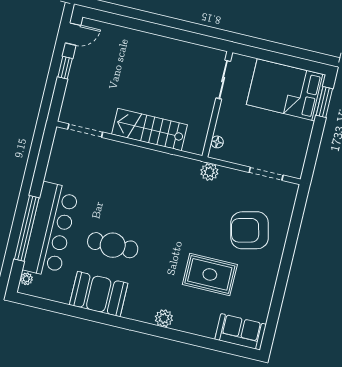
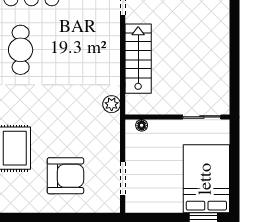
plant: (209, 172) -> (112, 104), moved
armchair: (250, 230) -> (65, 176), turned 104

